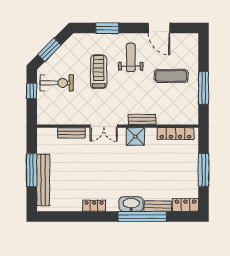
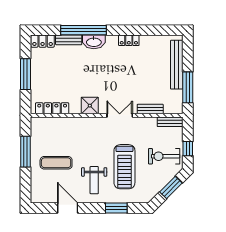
treadmill: (99, 72) -> (124, 167), width x1.37, depth x1.38
bench: (142, 119) -> (170, 122), moved
window: (32, 170) -> (188, 87), moved

